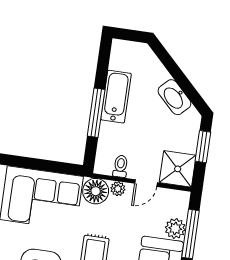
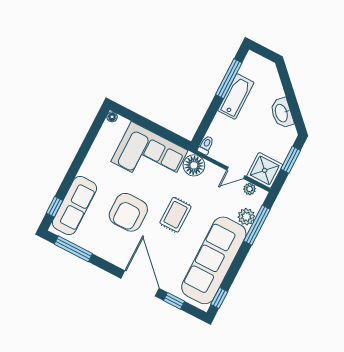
window: (96, 113) -> (229, 79), moved
toilet: (121, 166) -> (206, 145), moved
plant: (118, 189) -> (250, 189), moved

